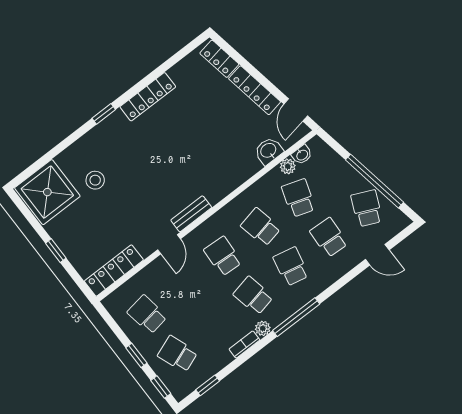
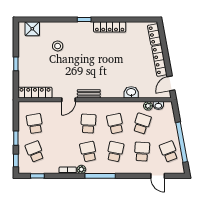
washbasin: (269, 151) -> (131, 92), moved
shower: (47, 192) -> (32, 29), width x0.54, depth x0.54
school desk: (367, 208) -> (169, 152), turned -45

